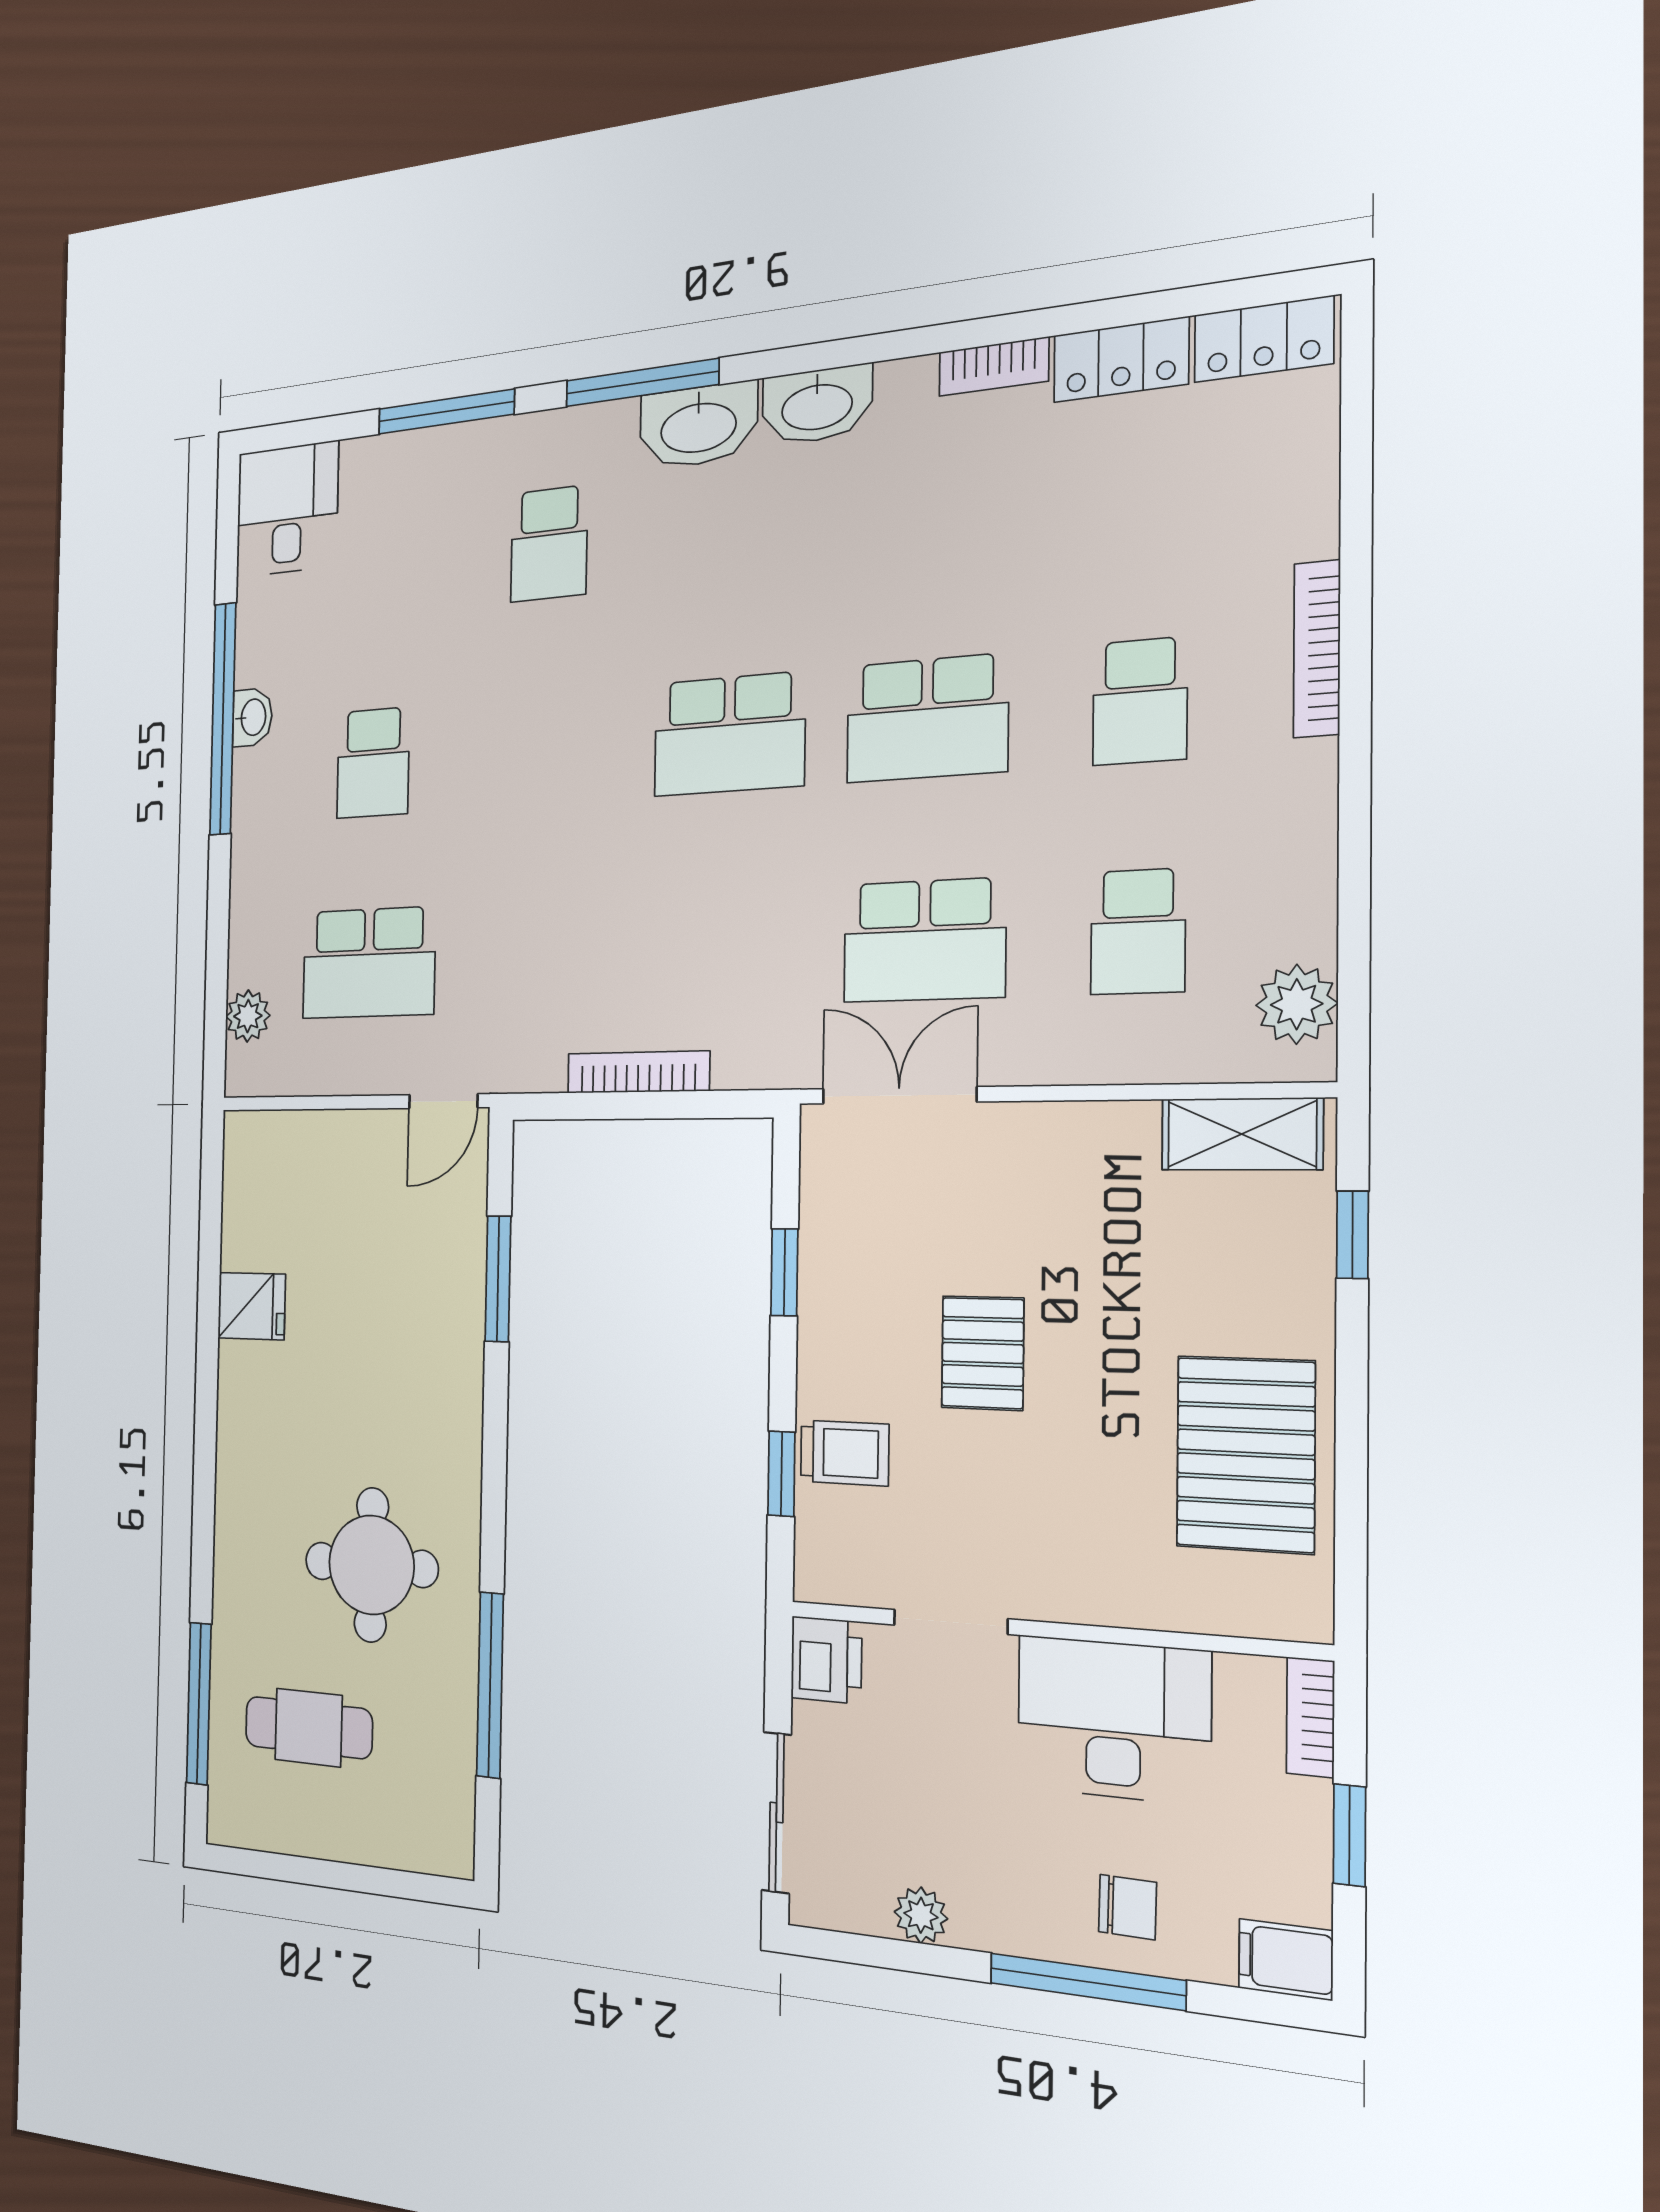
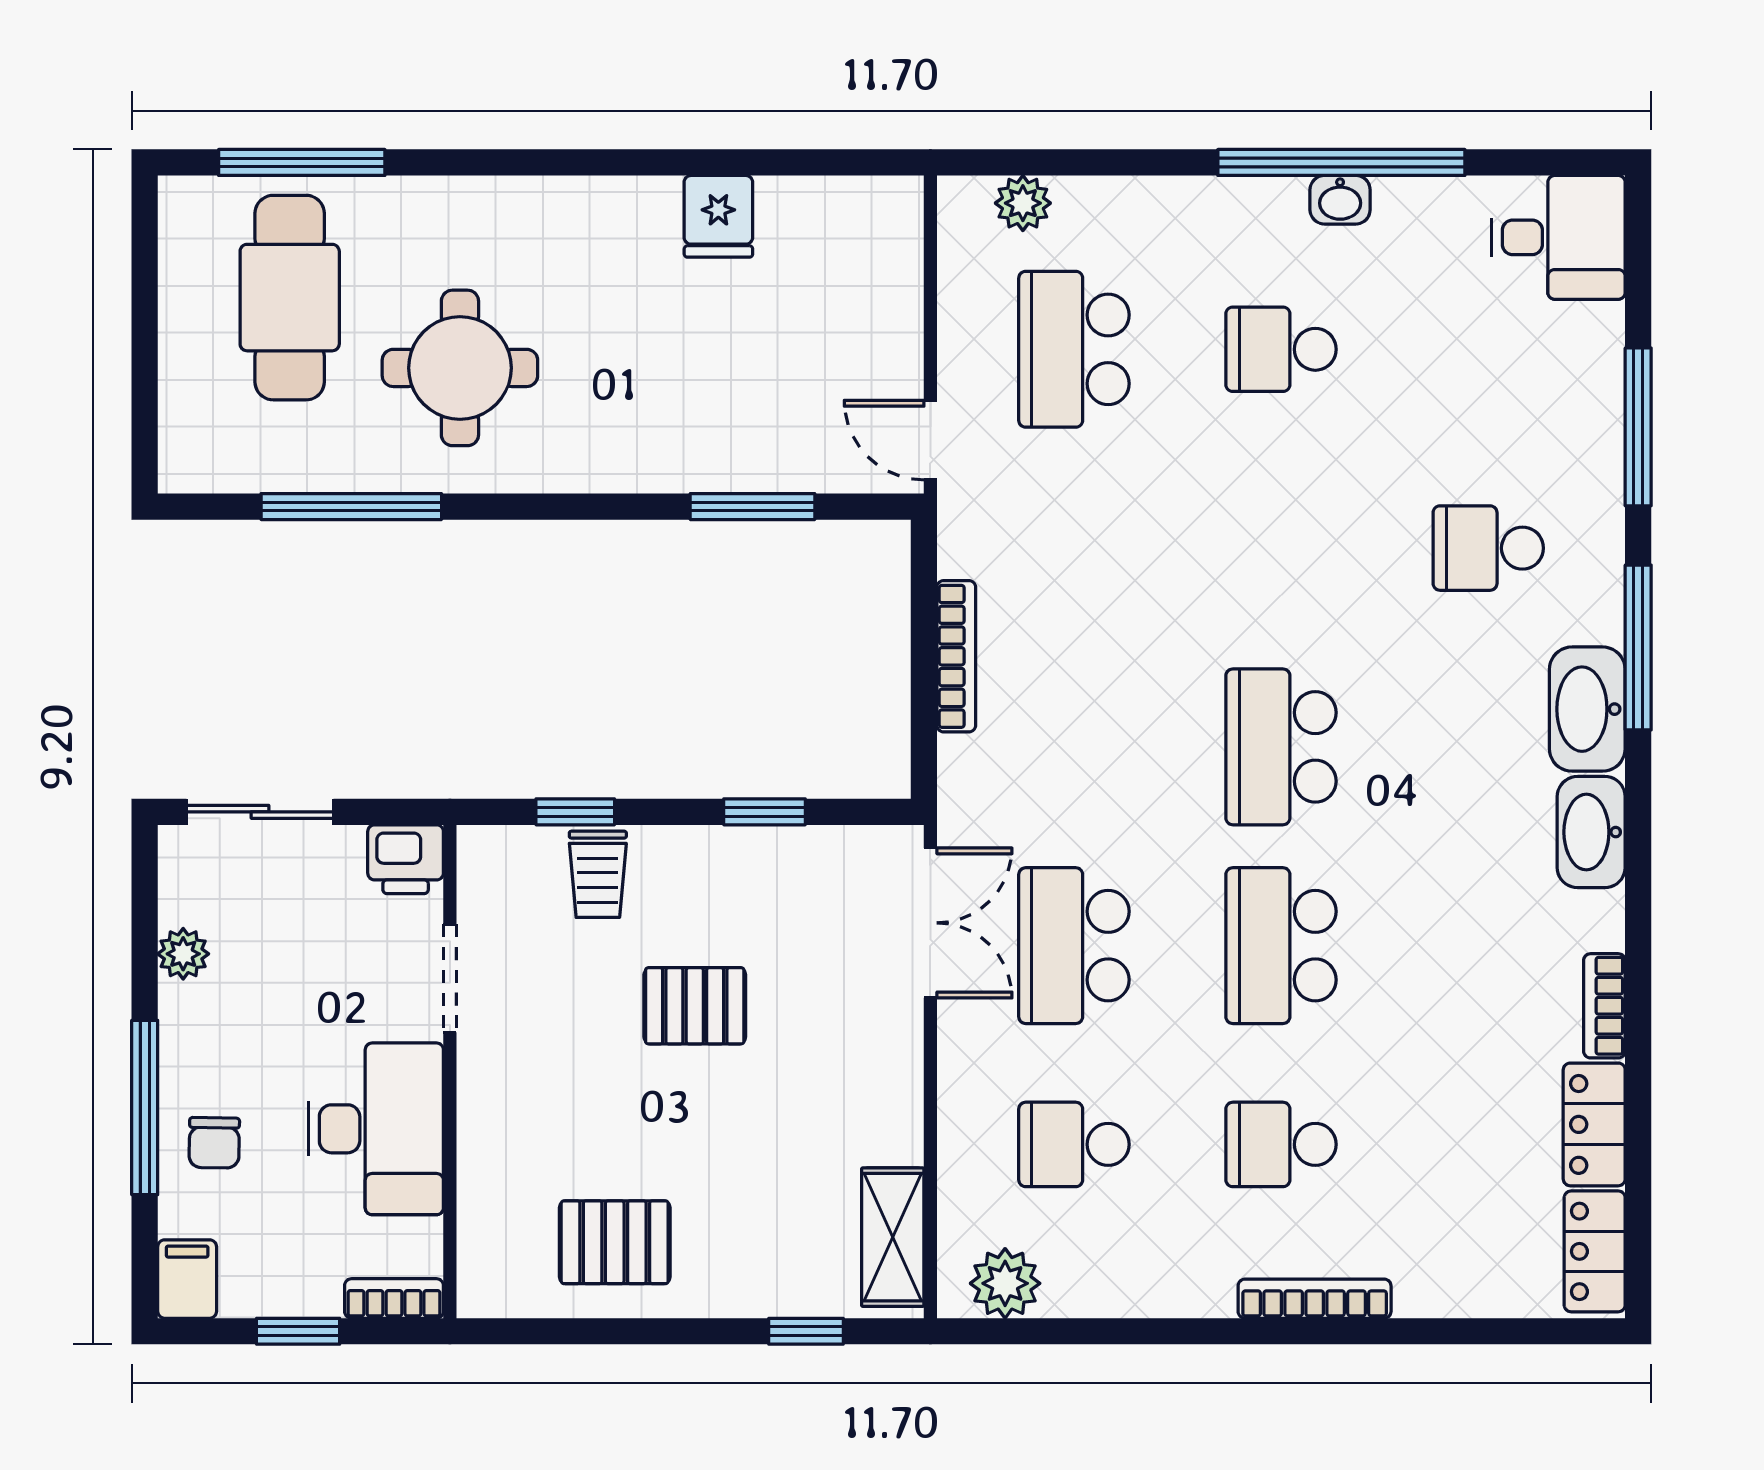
pallet: (1246, 1454) -> (615, 1242), width x0.67, depth x0.71
cafe table: (309, 1728) -> (290, 298), width x1.37, depth x1.35

